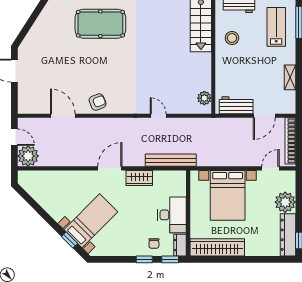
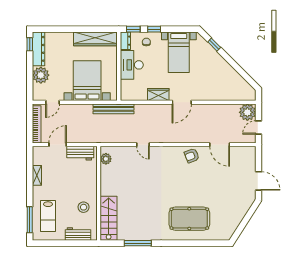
door: (14, 137) -> (259, 127), hinge flipped
bench: (171, 160) -> (113, 109), moved
bed with nightstands: (91, 221) -> (179, 52), moved, turned -45

